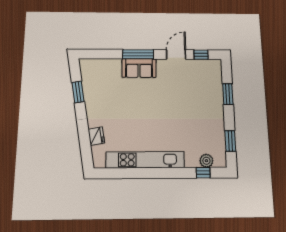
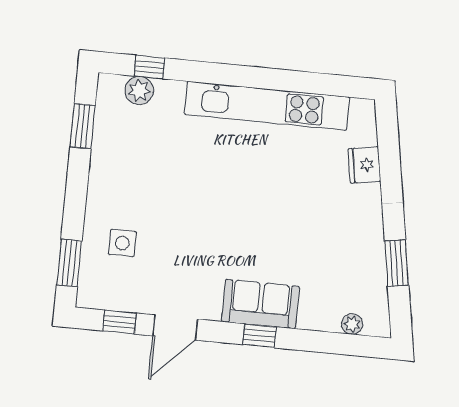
window: (138, 54) -> (259, 336), width x0.46
plant: (97, 63) -> (352, 324), added
side table: (205, 89) -> (122, 243), added
window: (228, 94) -> (69, 263), moved

